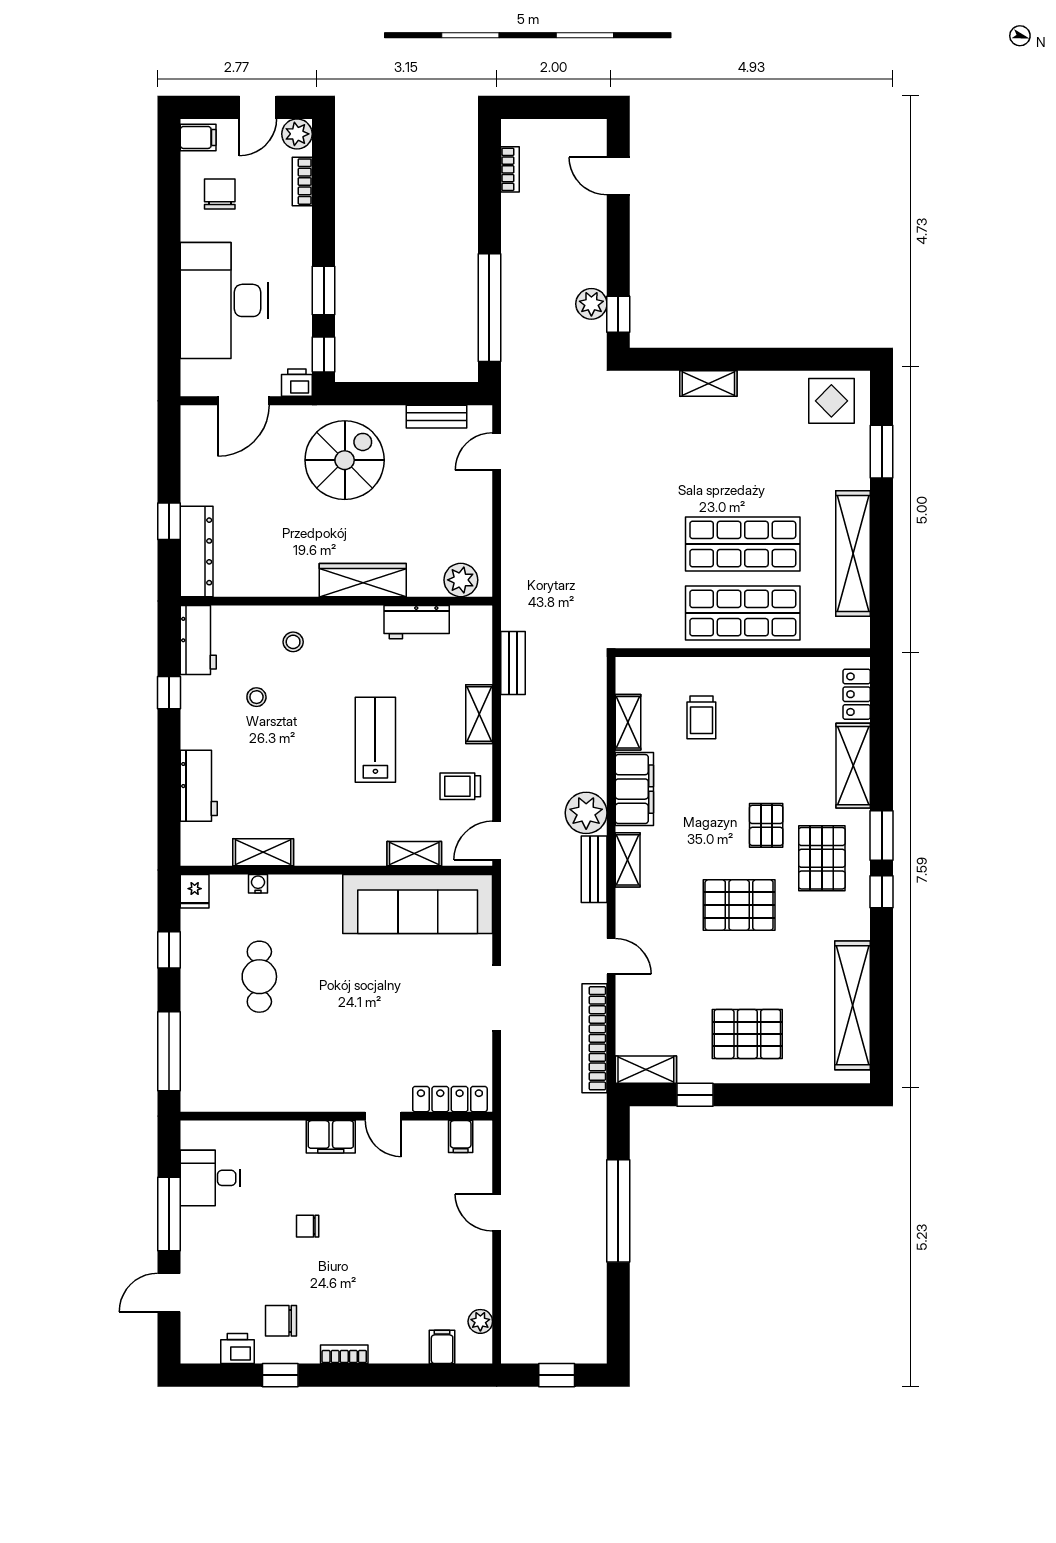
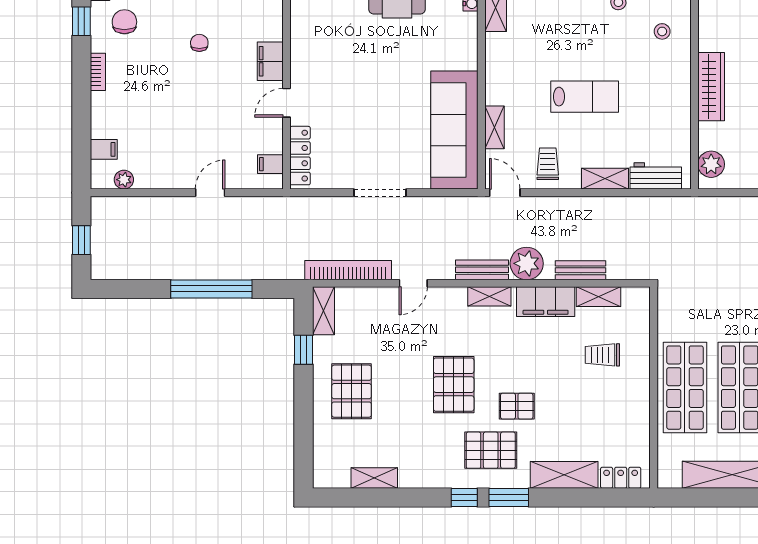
workbench: (417, 622) -> (656, 176), moved, turned 90
bench: (513, 663) -> (580, 270), moved
shelving: (853, 1005) -> (374, 478), width x0.45, depth x0.75

